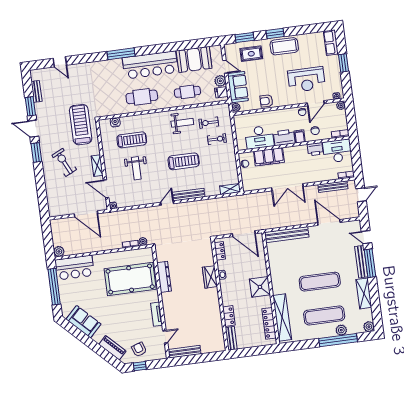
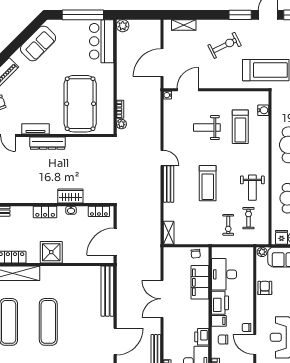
shelving: (97, 166) -> (184, 25), moved
dresser: (164, 277) -> (48, 143), moved
locker: (229, 316) -> (45, 212), moved

